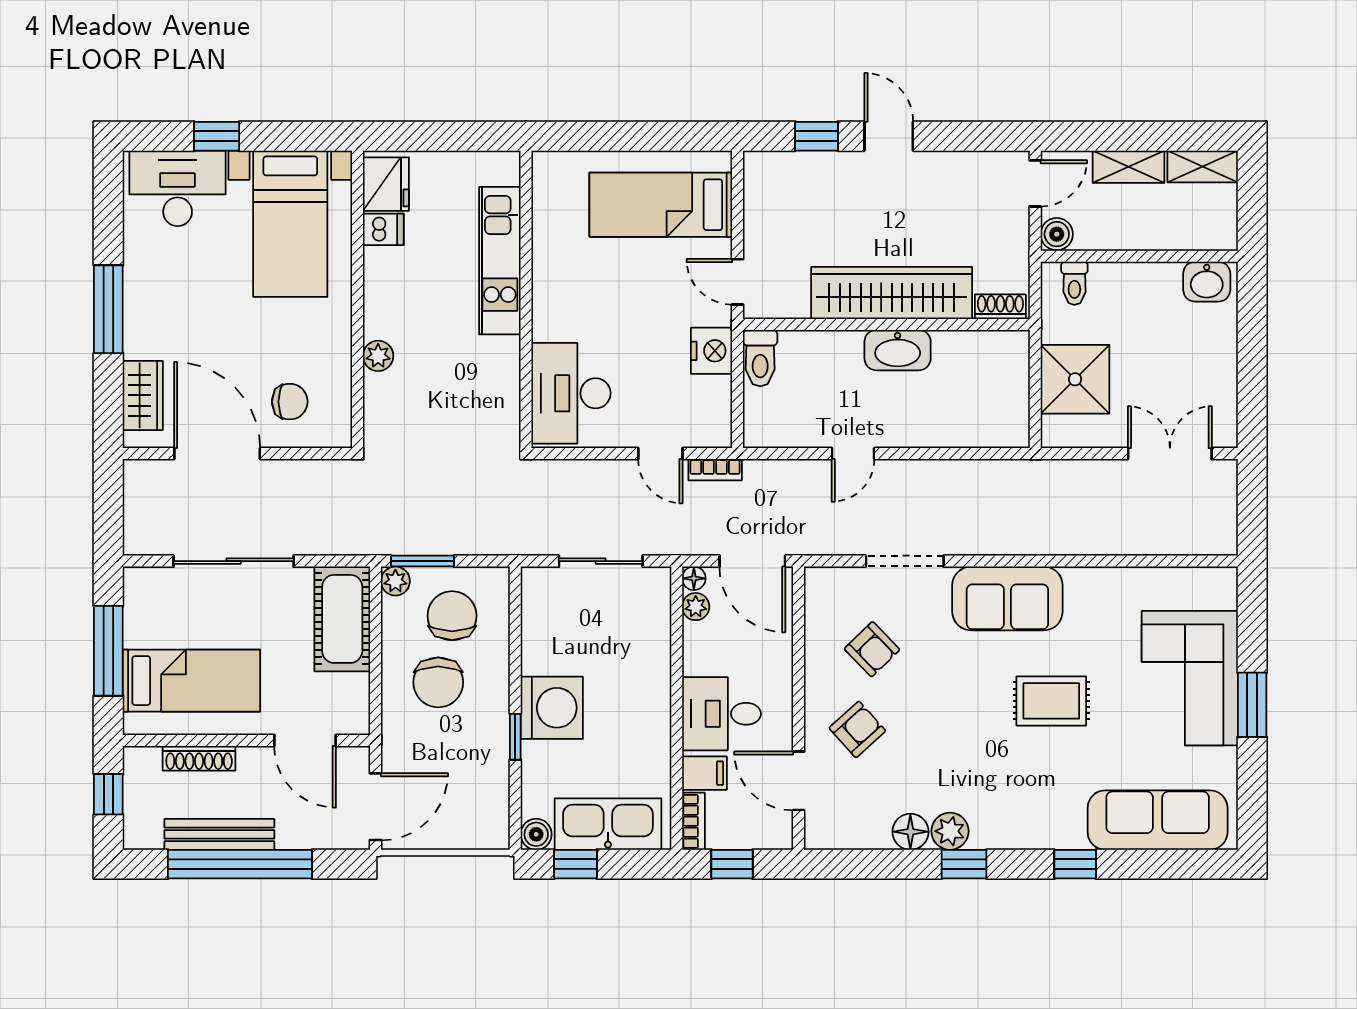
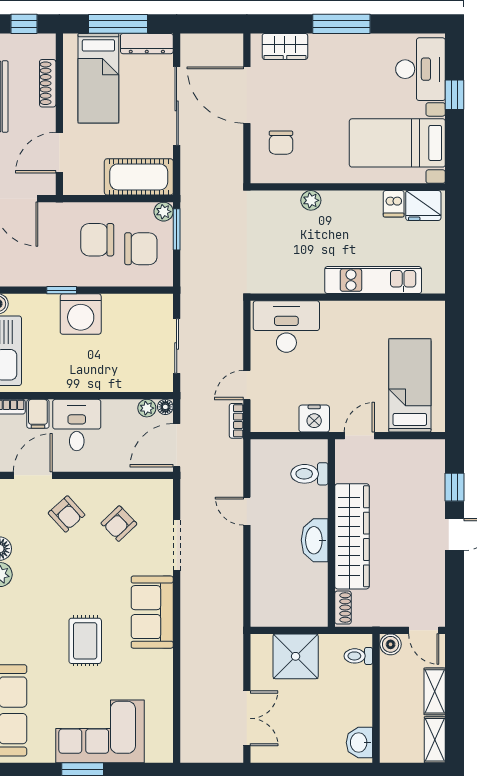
toilet: (760, 358) -> (309, 474), moved
door: (217, 454) -> (247, 95), swing flipped
dresser: (138, 607) -> (147, 44), added

